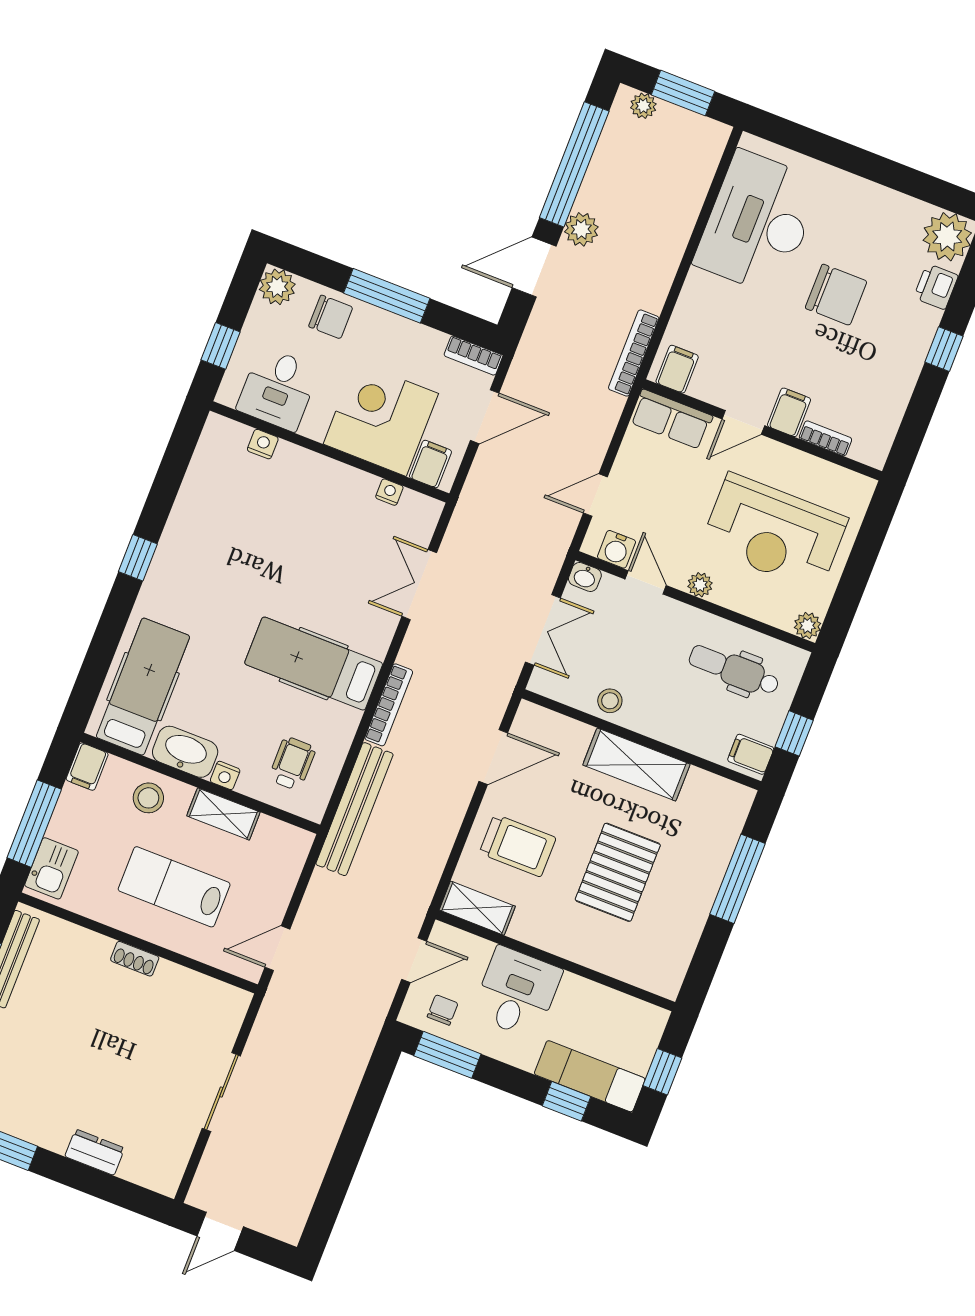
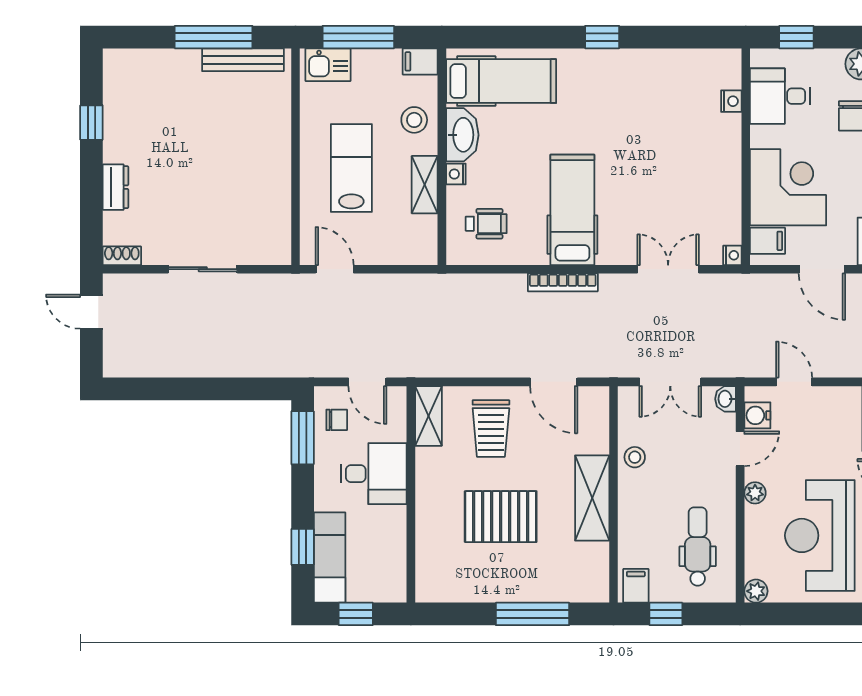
nightstand: (389, 492) -> (732, 255), moved
bench: (355, 809) -> (469, 287), removed
shoe rack: (135, 959) -> (122, 256), moved, turned 90

